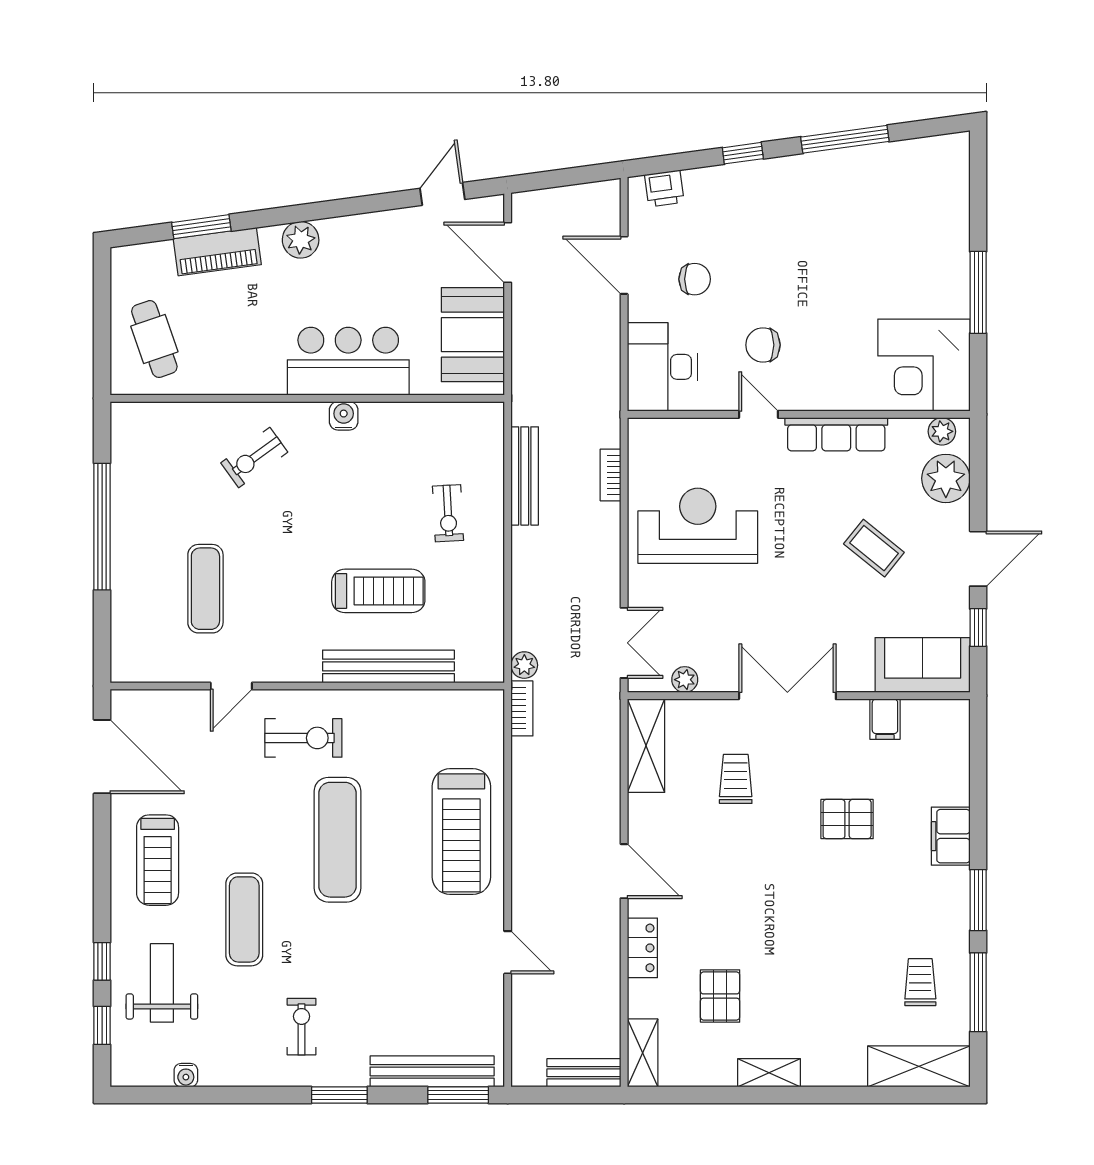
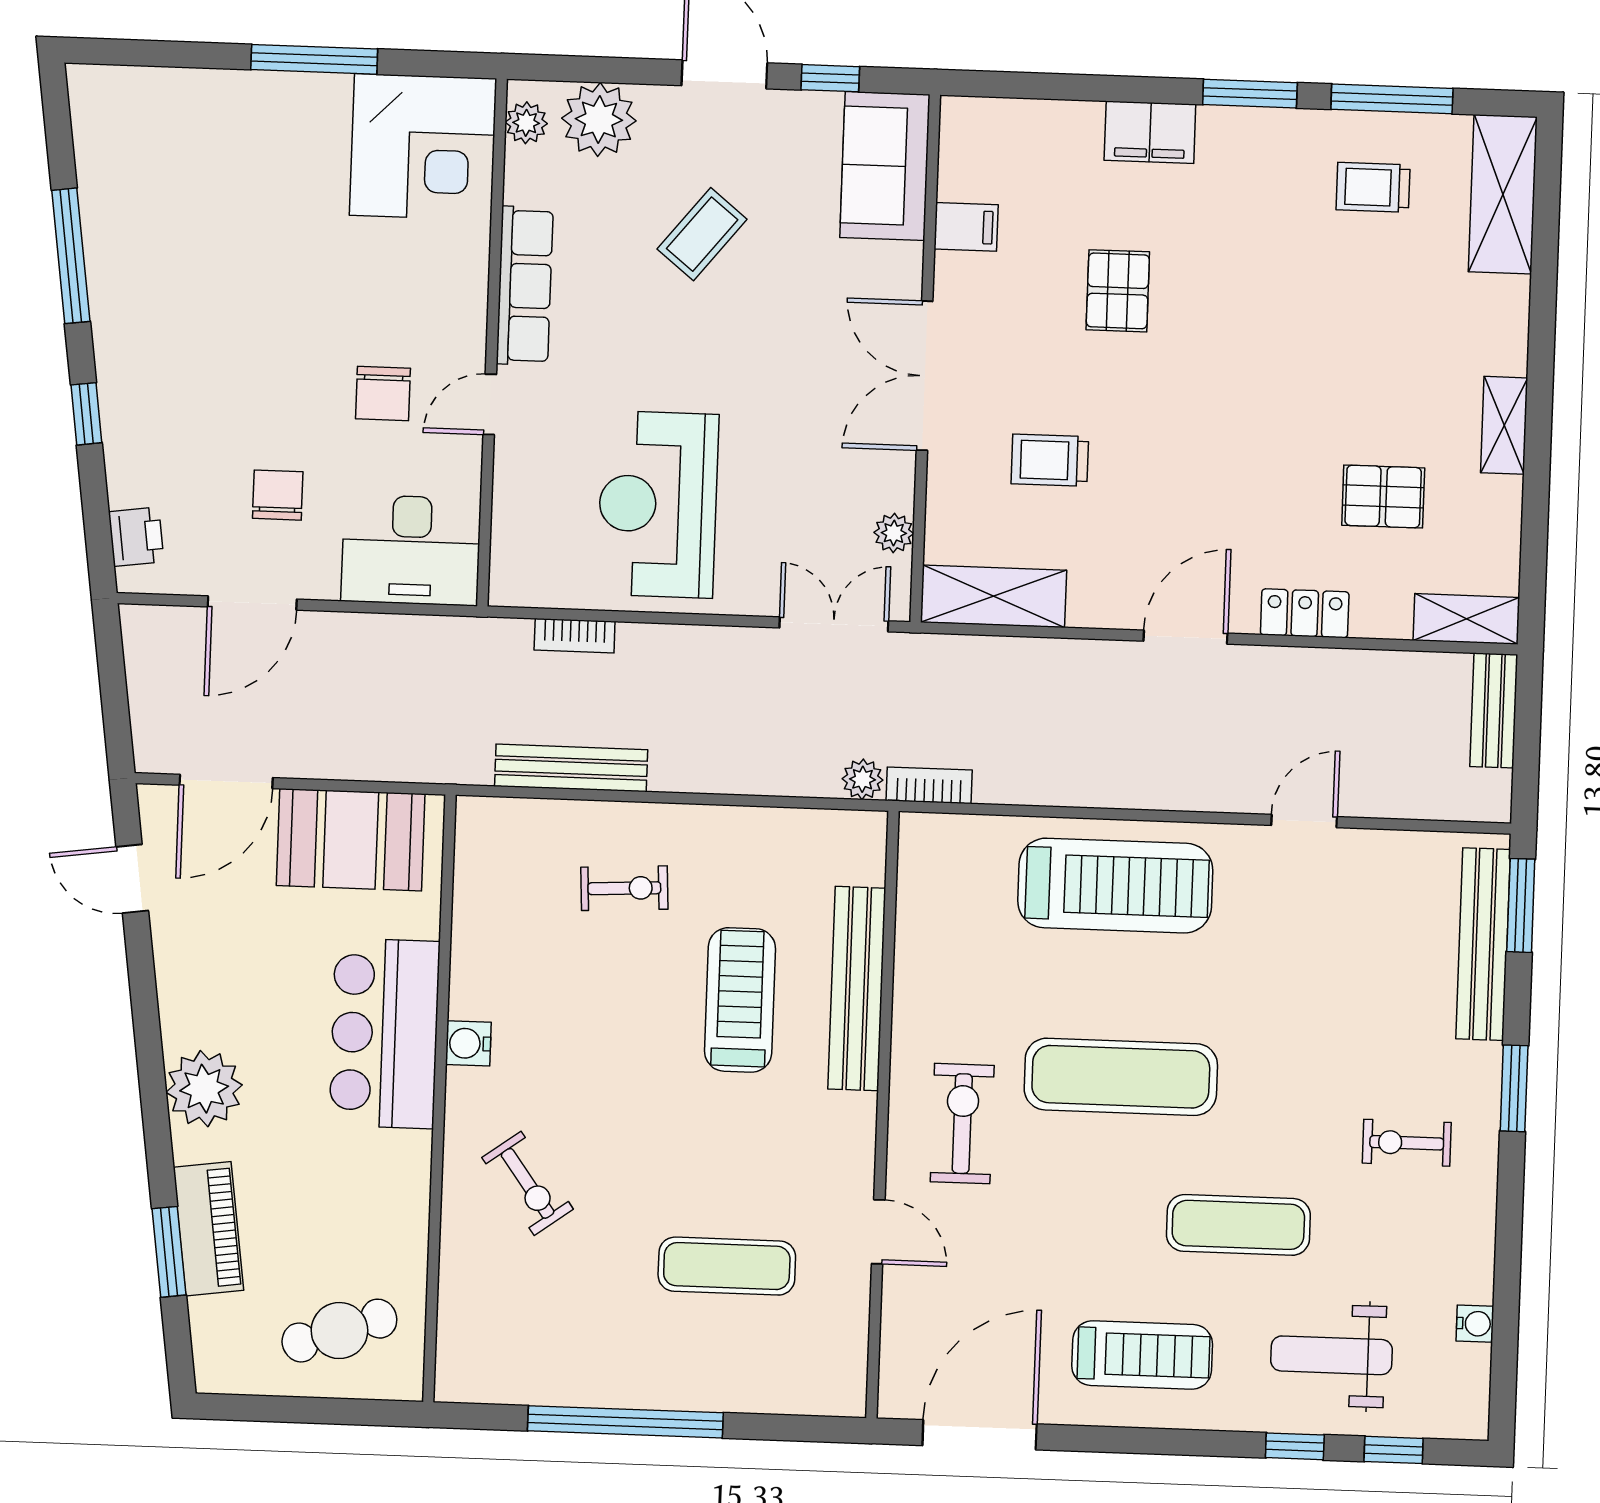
plant: (301, 240) -> (204, 1089), width x1.36, depth x1.36

